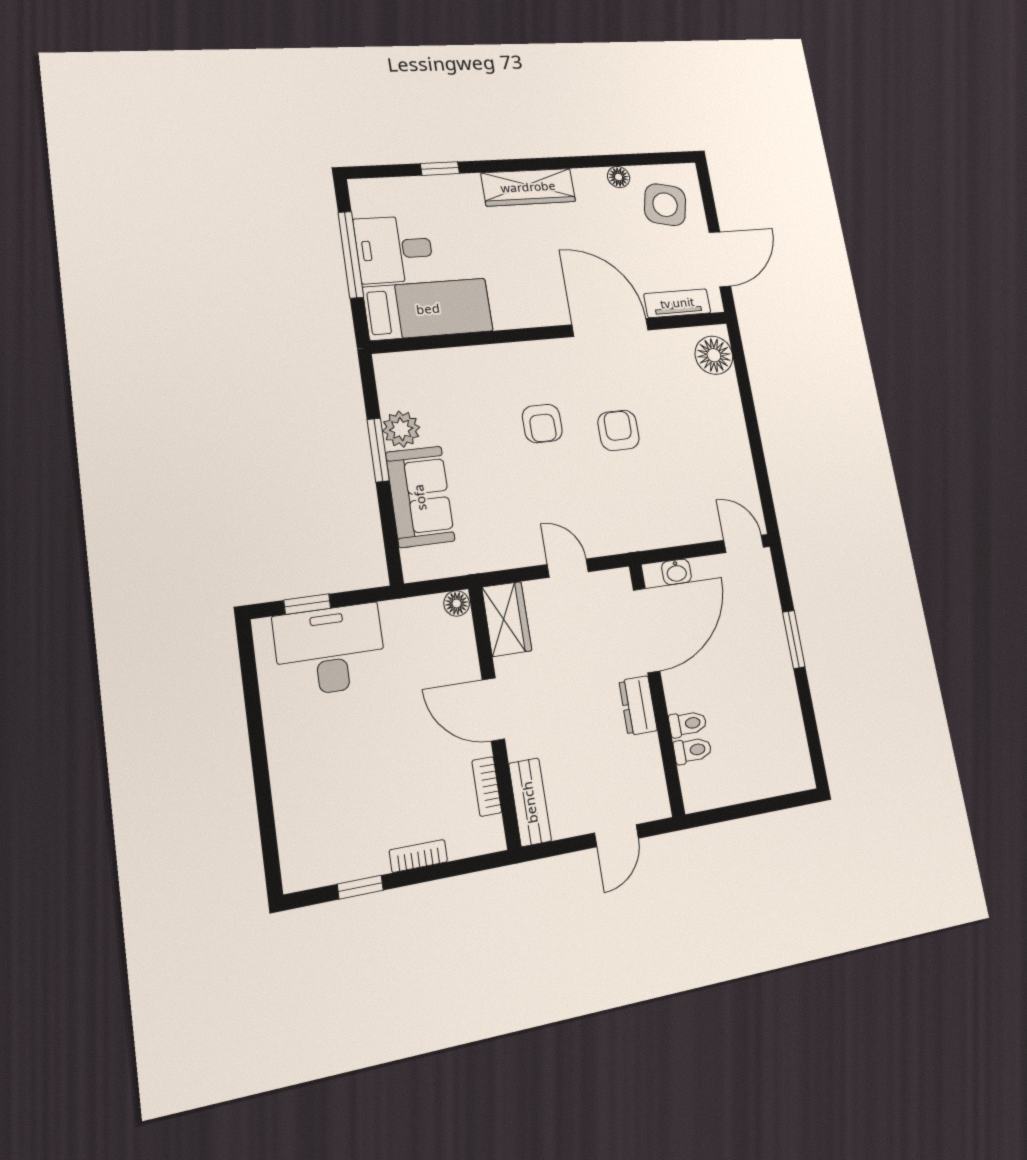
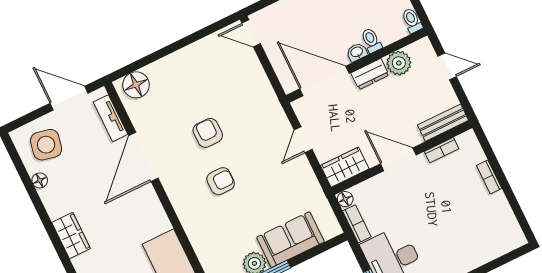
wardrobe: (528, 187) -> (71, 236), width x0.67
armchair: (618, 430) -> (208, 133), turned 90
door: (744, 544) -> (251, 33), hinge flipped
washbasin: (676, 572) -> (357, 52), moved, turned -90
bookcase: (411, 609) -> (357, 224), added
door: (493, 709) -> (398, 159), swing flipped
toilet: (693, 750) -> (412, 21), moved
plant: (642, 757) -> (399, 63), added
window: (360, 887) -> (514, 203), removed

